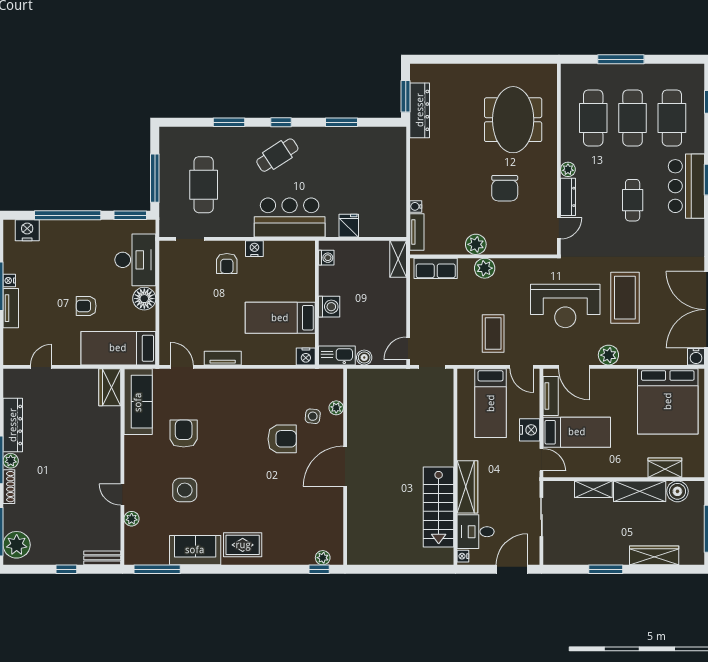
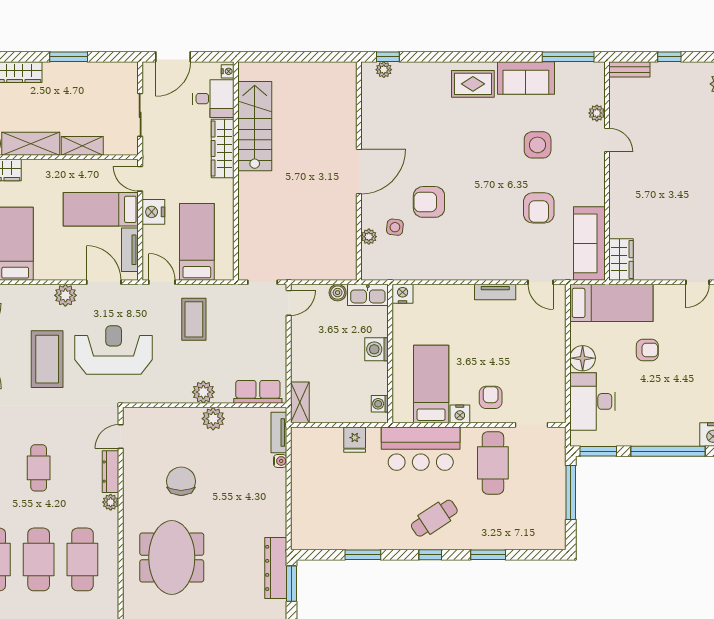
cafe table: (204, 185) -> (493, 463), moved
bed: (280, 318) -> (431, 384), moved, turned -90

